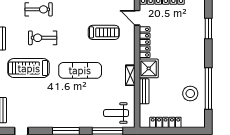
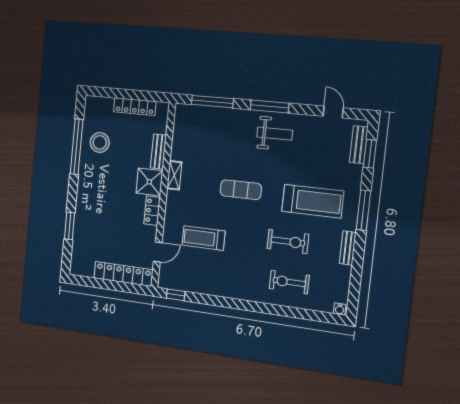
door: (137, 18) -> (158, 252), hinge flipped
locker: (145, 42) -> (152, 211), width x0.66
exercise mat: (80, 70) -> (241, 190), width x0.73, depth x0.69
weight bench: (116, 113) -> (275, 134), moved

